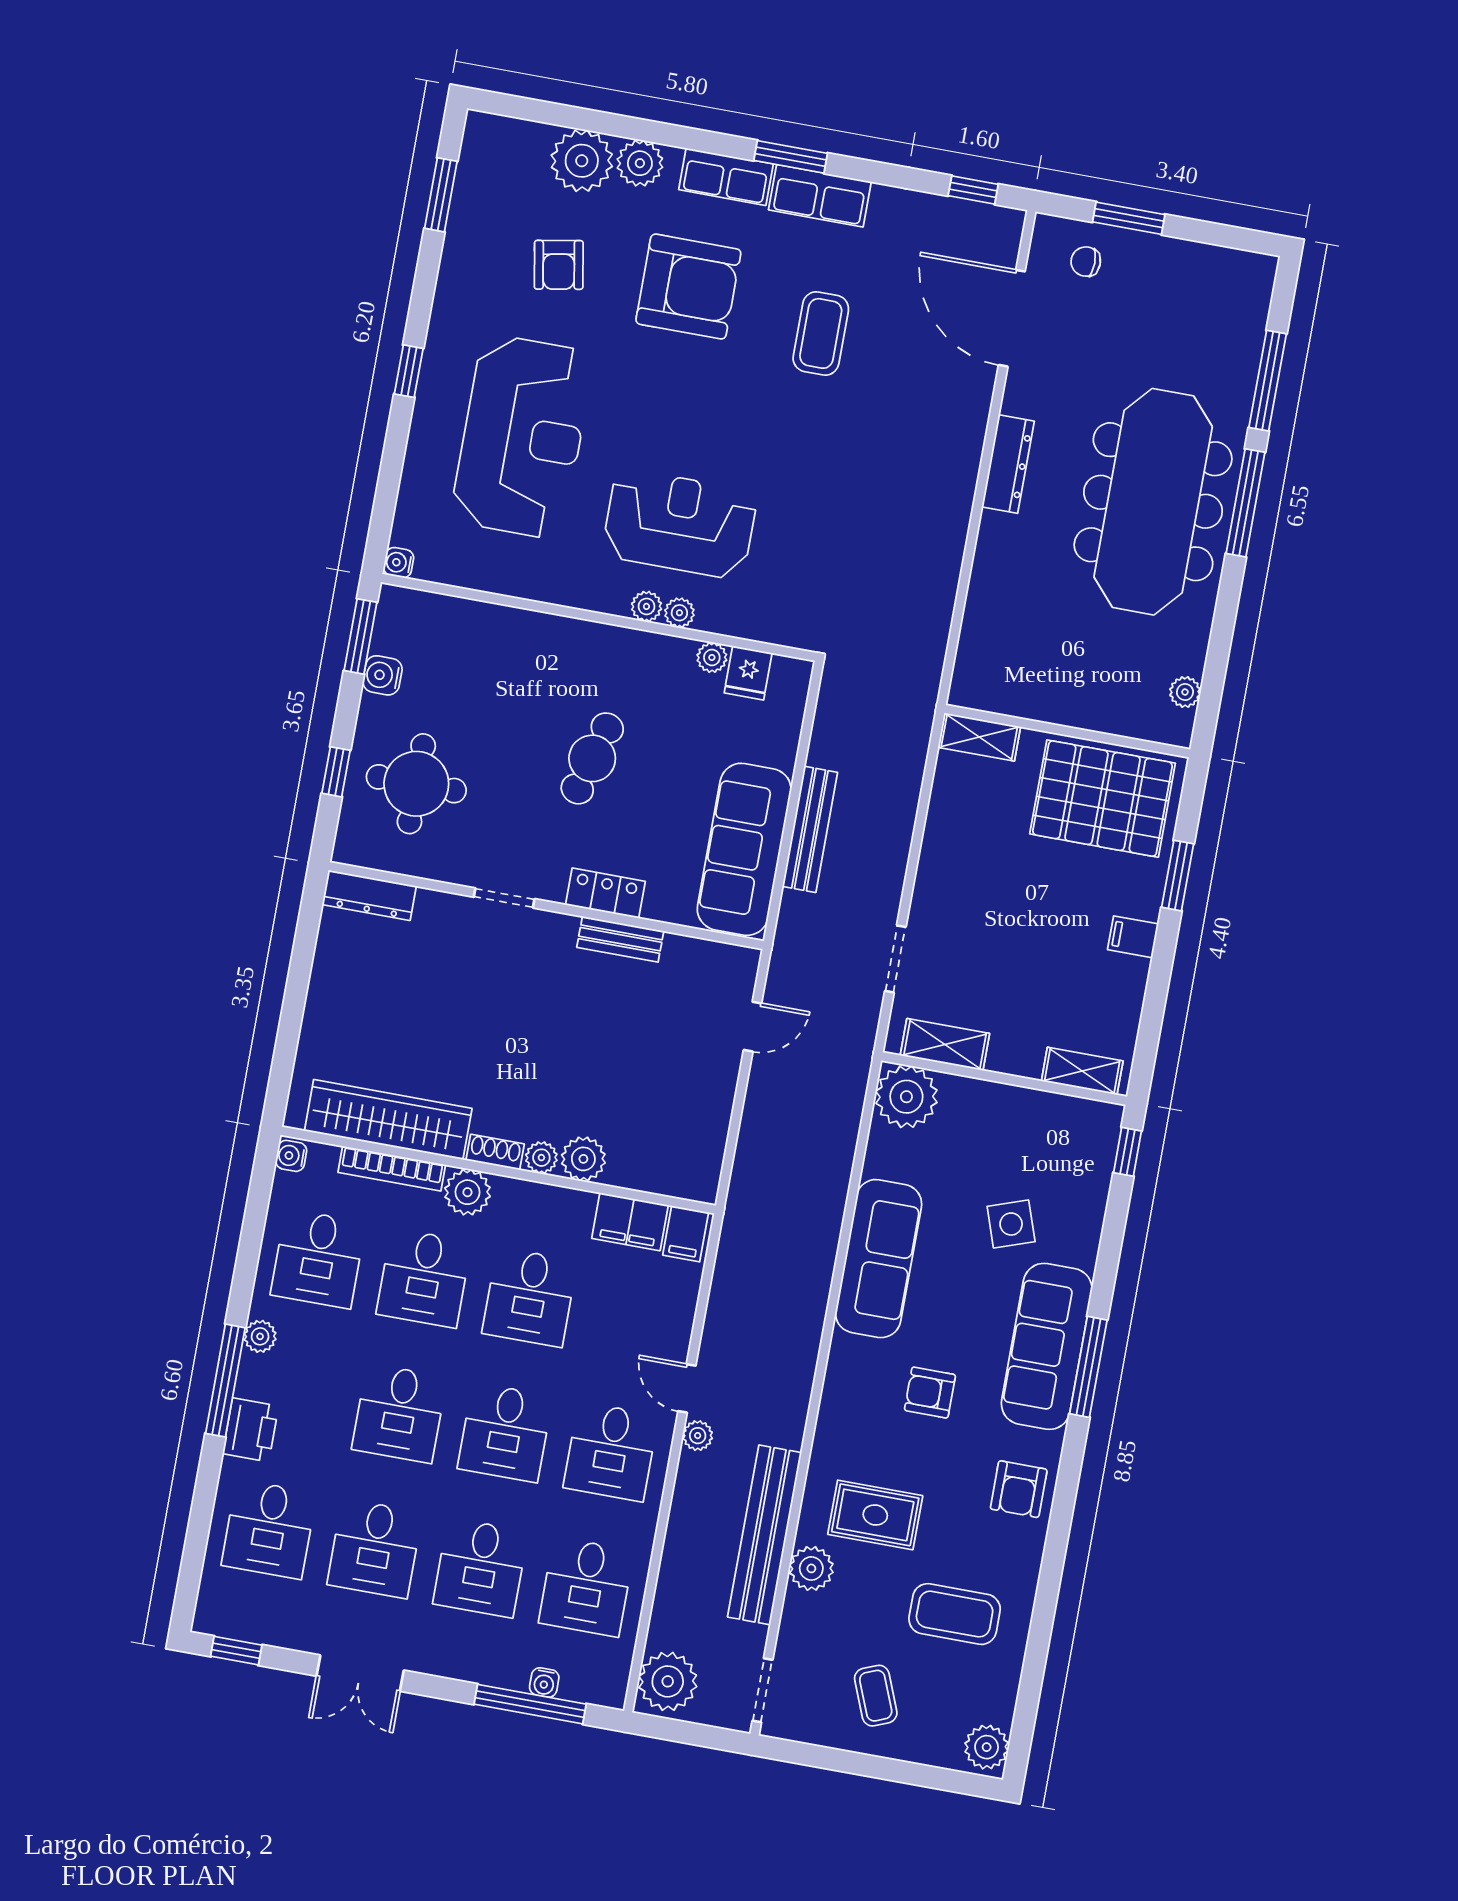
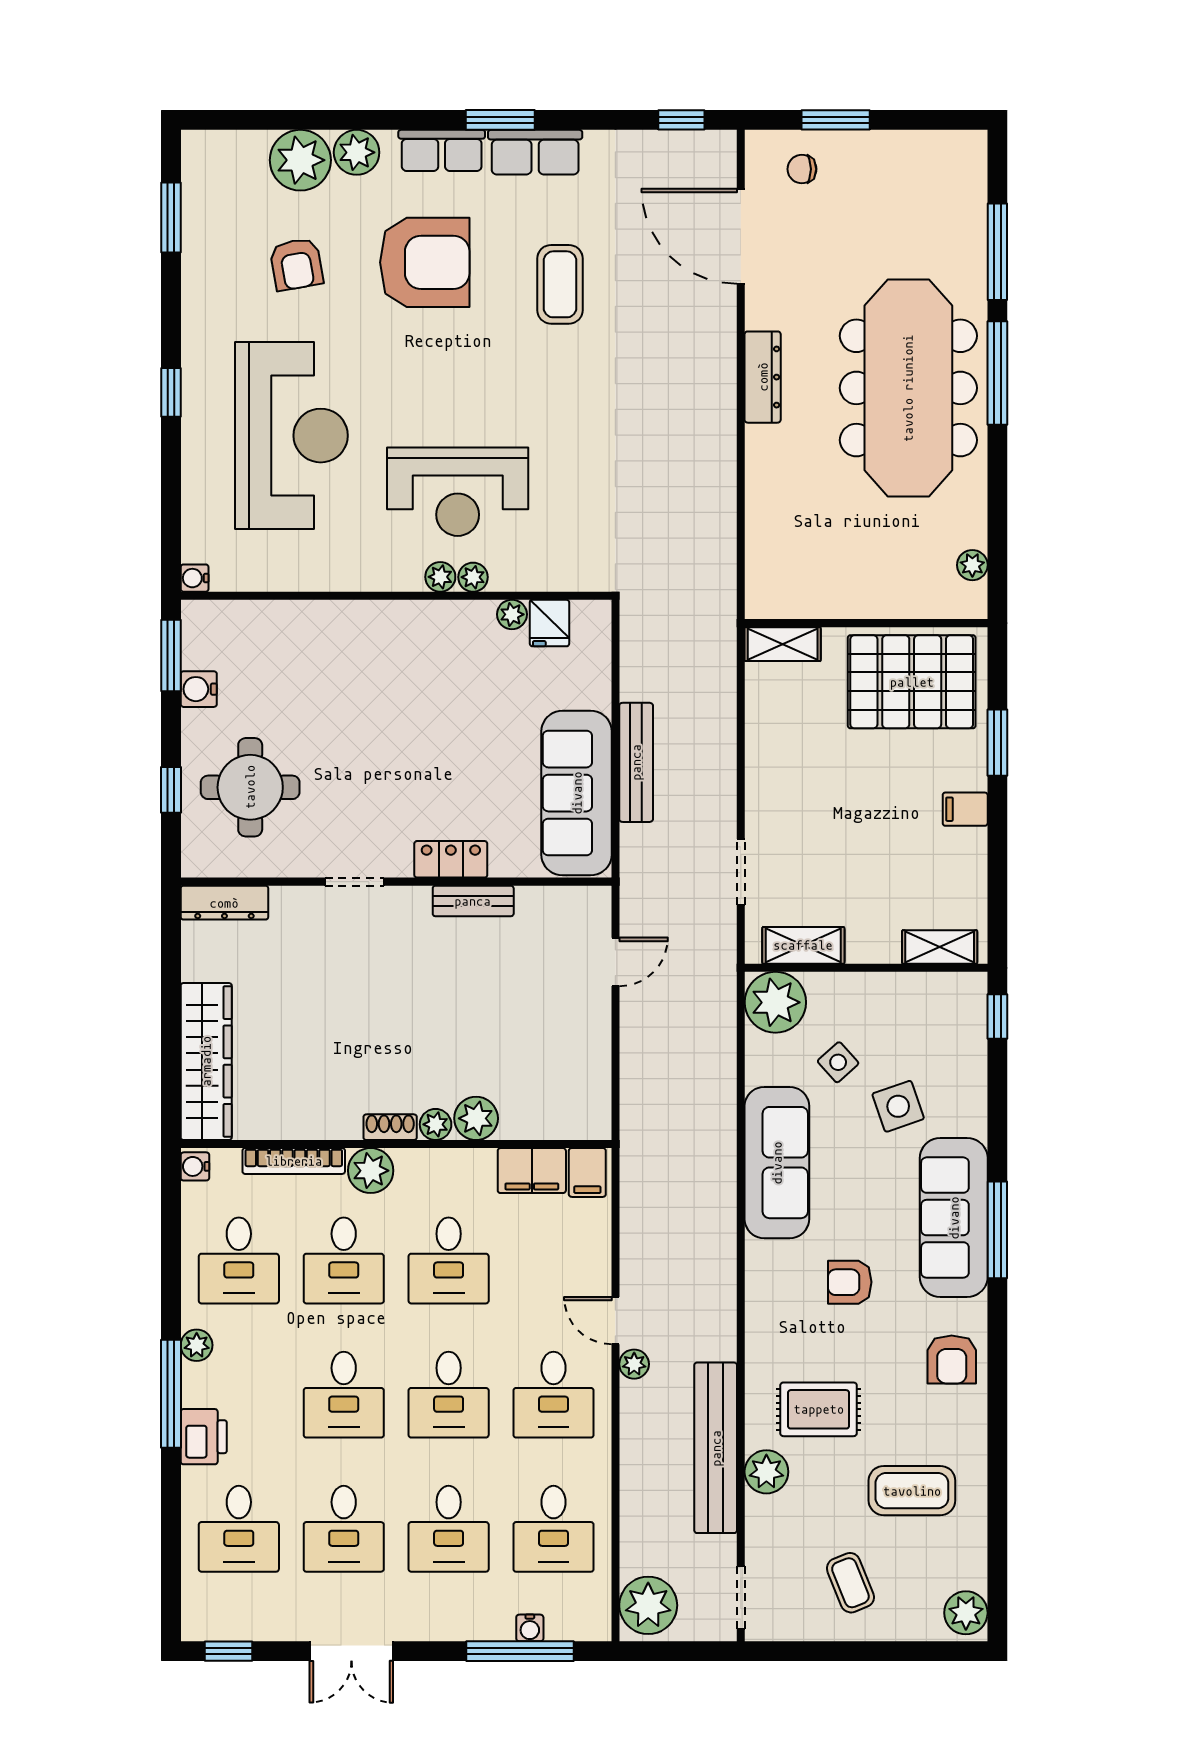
reception desk: (680, 524) -> (458, 492), turned 180
cafe table: (592, 758) -> (415, 732), removed
wardrobe: (388, 1120) -> (206, 1061), moved, turned 90
side table: (959, 1169) -> (838, 1062), added

